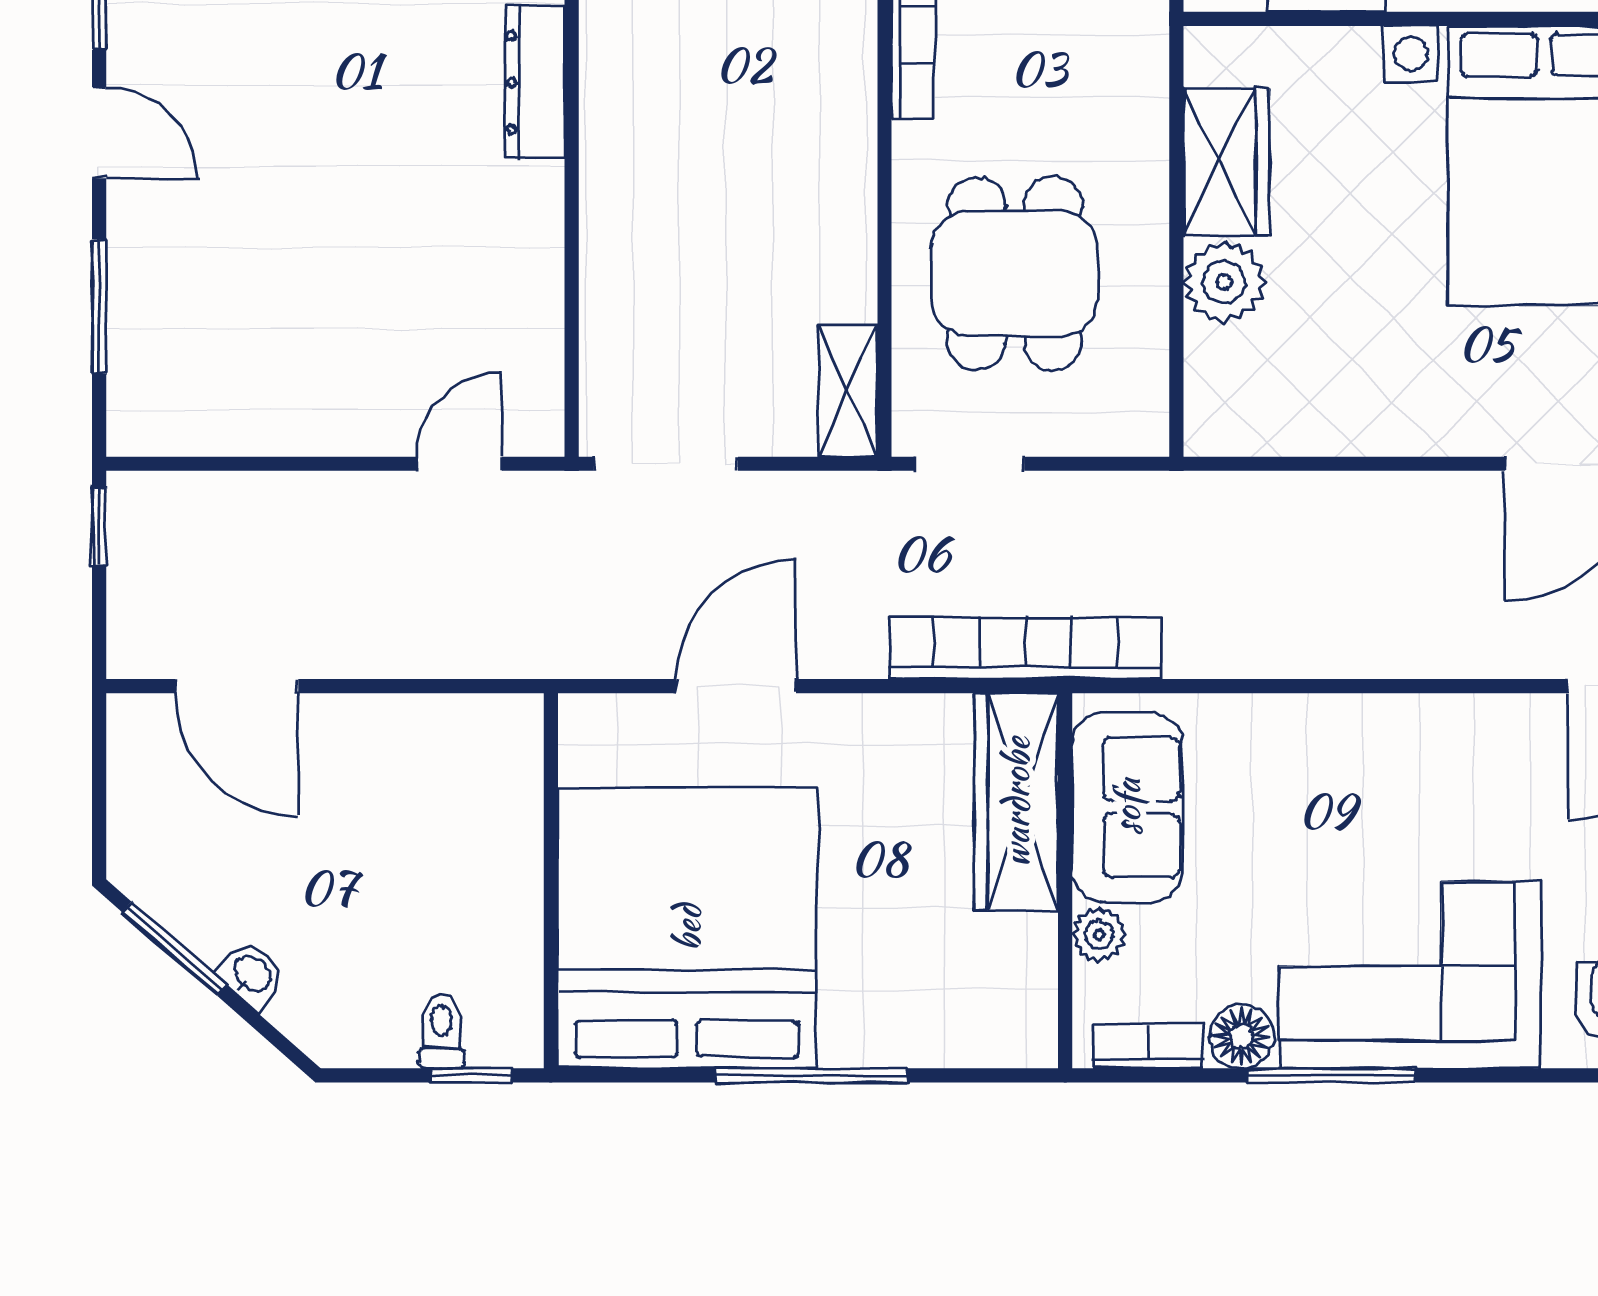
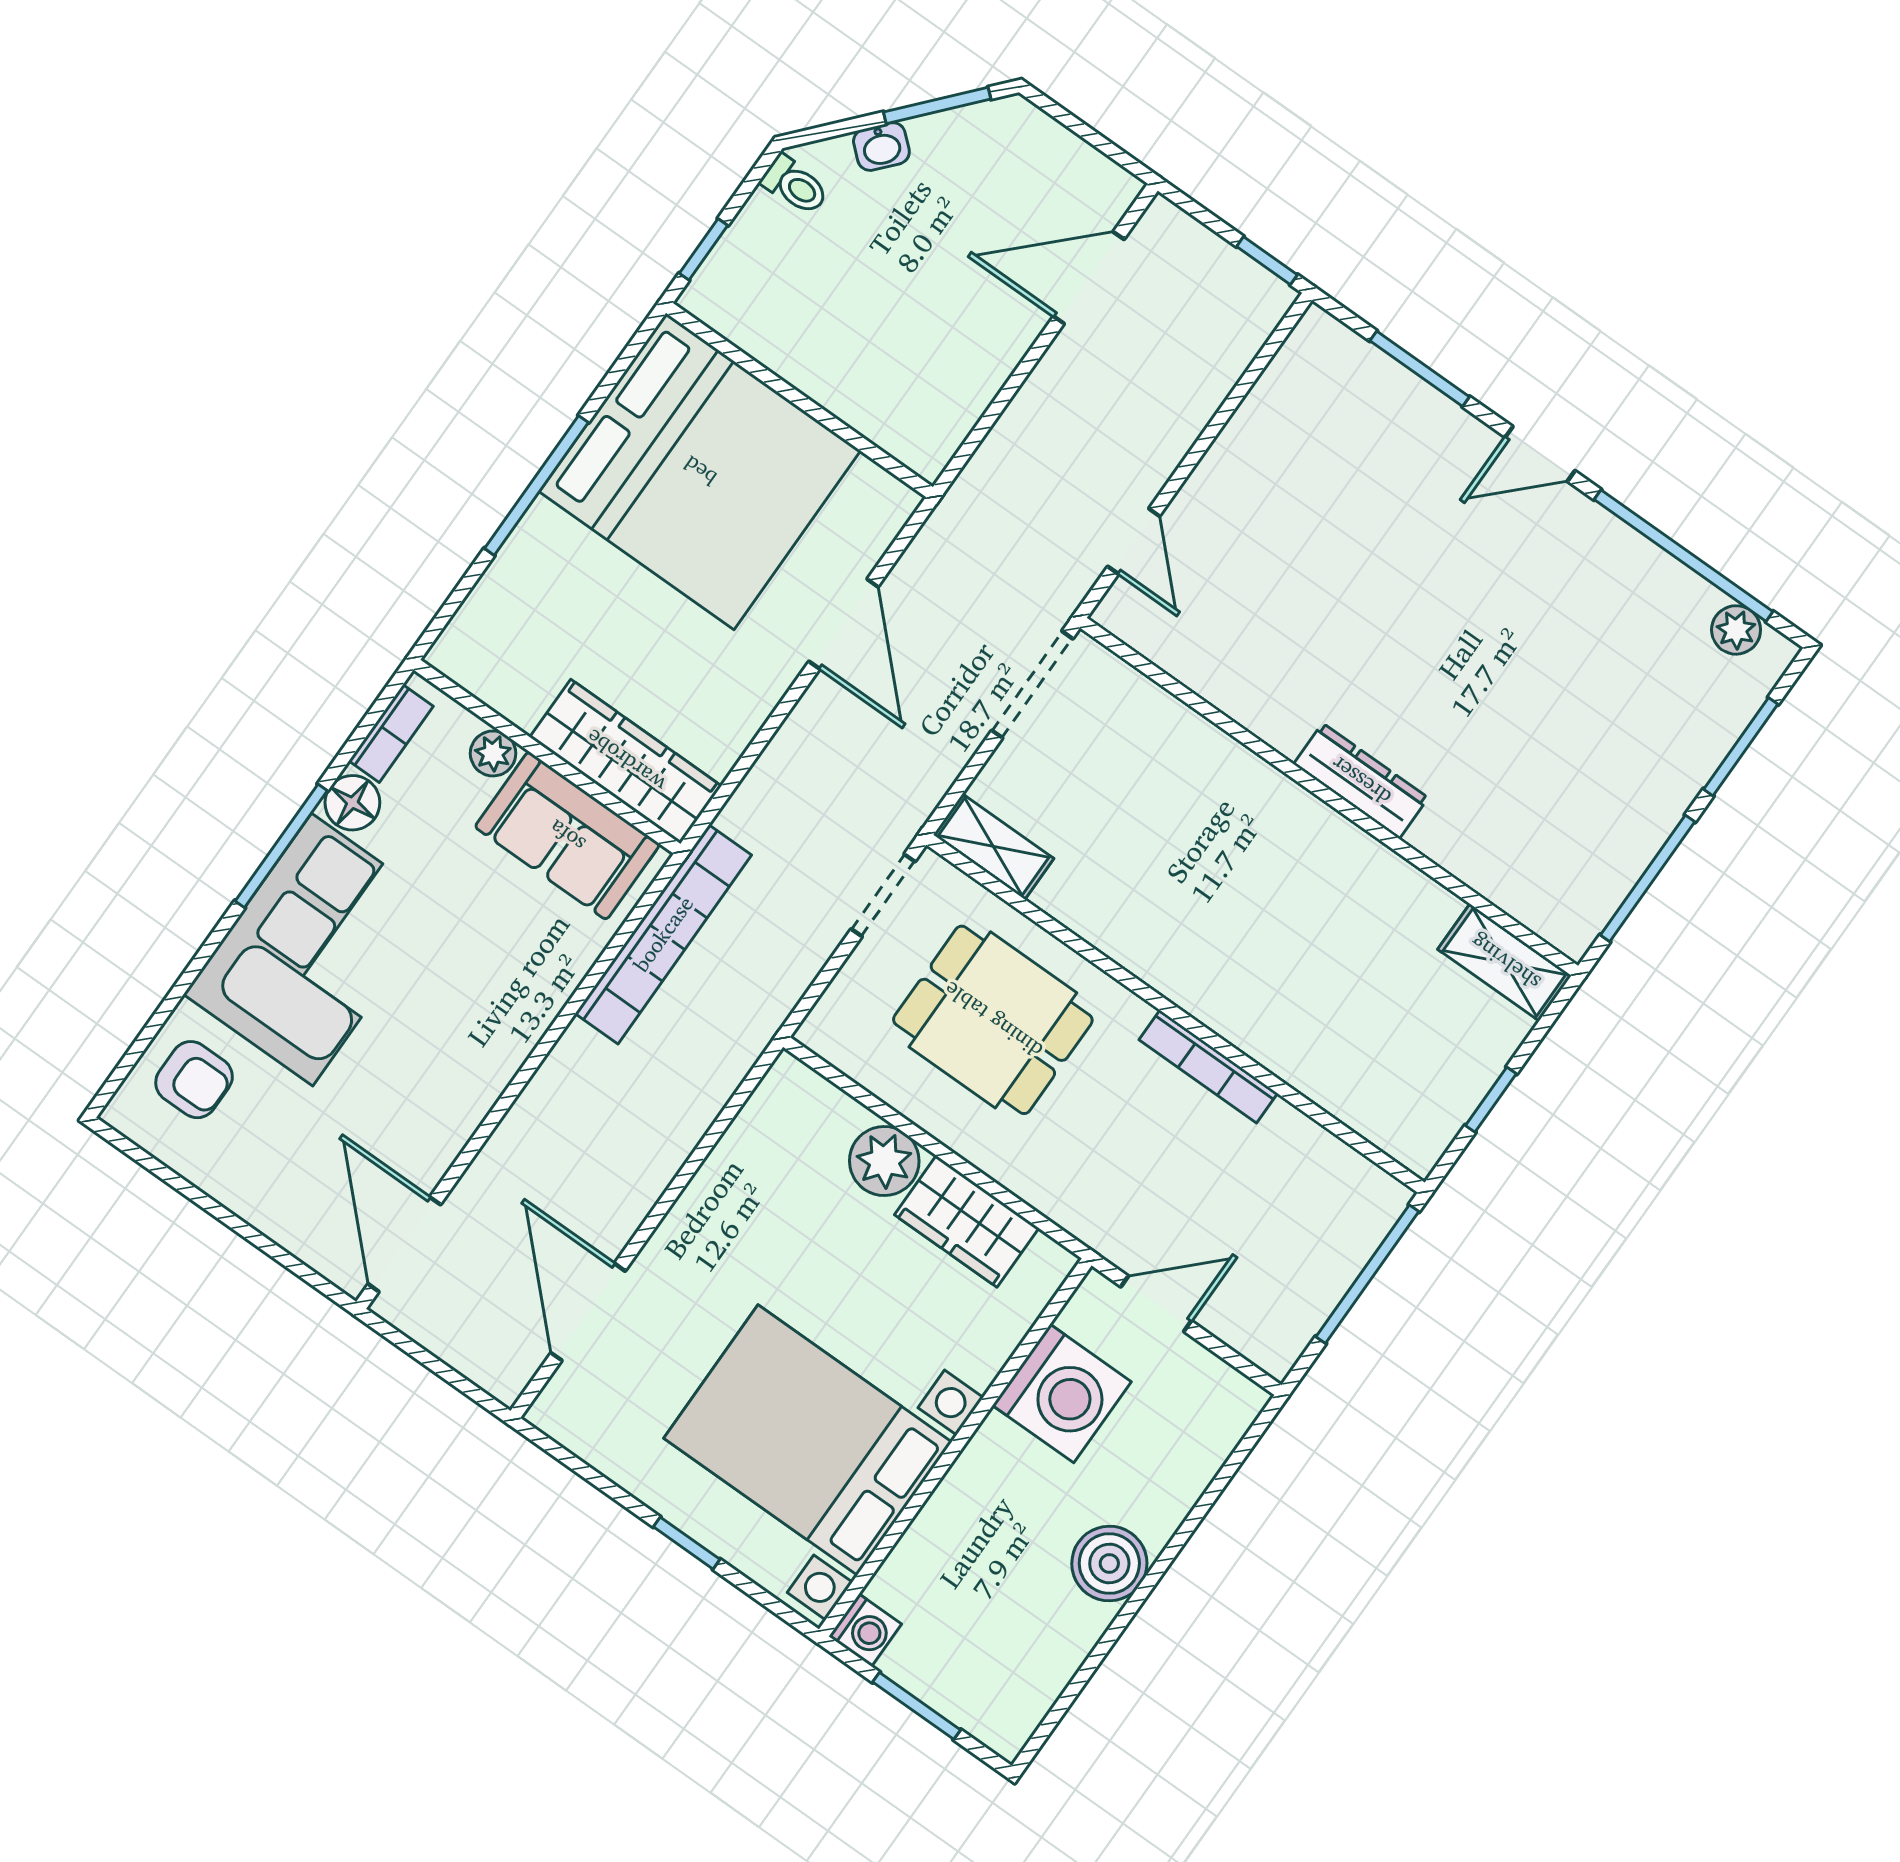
bookcase: (1025, 648) -> (663, 934), moved
toilet: (441, 1031) -> (795, 185), moved

